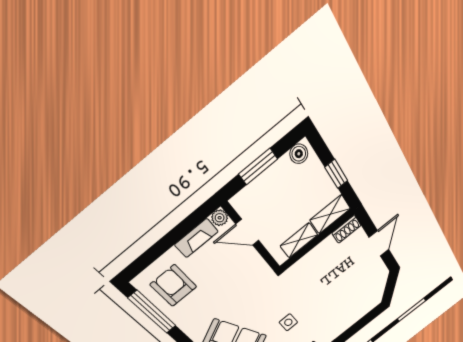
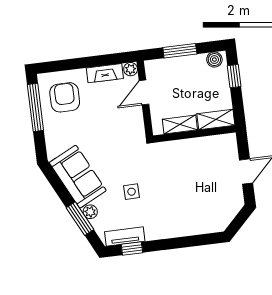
window: (336, 174) -> (234, 76), moved
shoe rack: (346, 229) -> (223, 140), removed
door: (247, 232) -> (144, 92), hinge flipped

